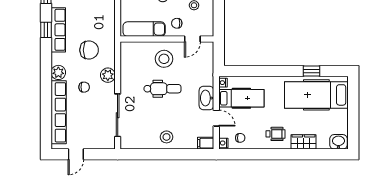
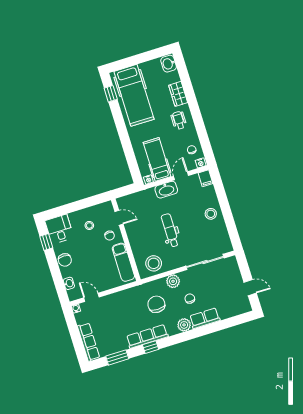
stool: (164, 59) -> (154, 263), moved
window: (312, 71) -> (111, 94), moved
row of seats: (59, 112) -> (205, 318), width x0.50

